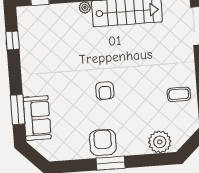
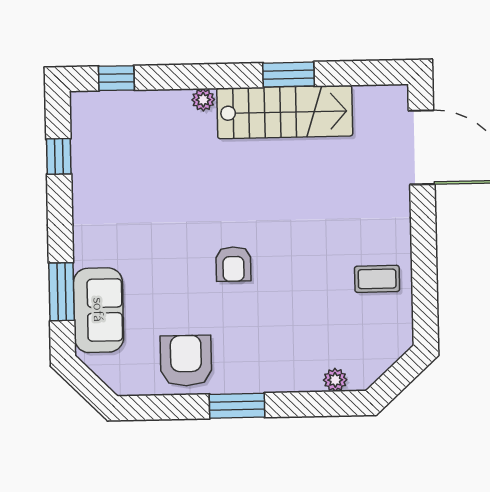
armchair: (103, 142) -> (186, 361), moved
plant: (160, 142) -> (335, 380), width x0.53, depth x0.53

